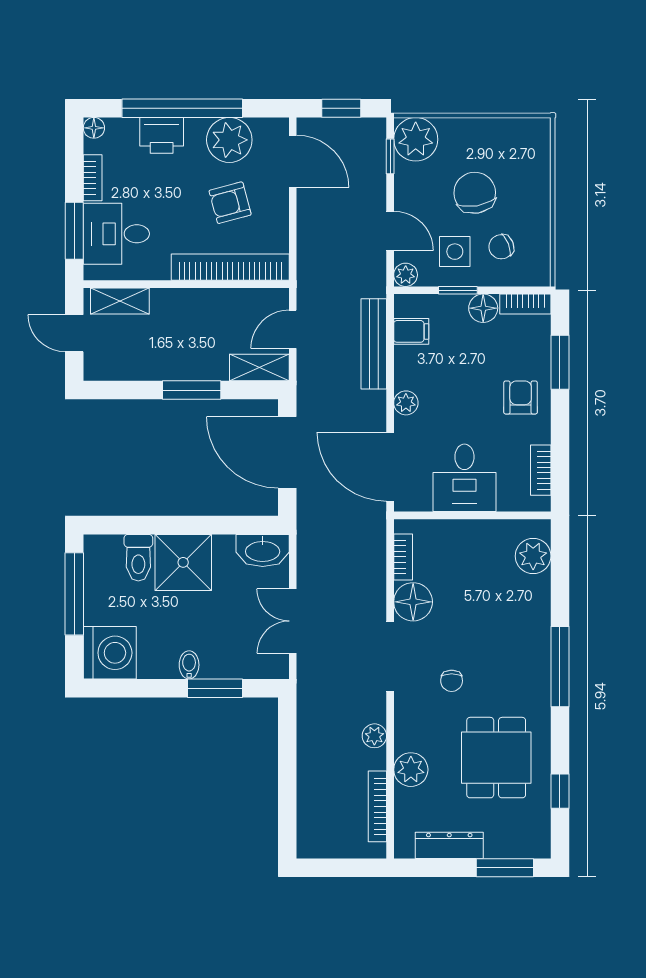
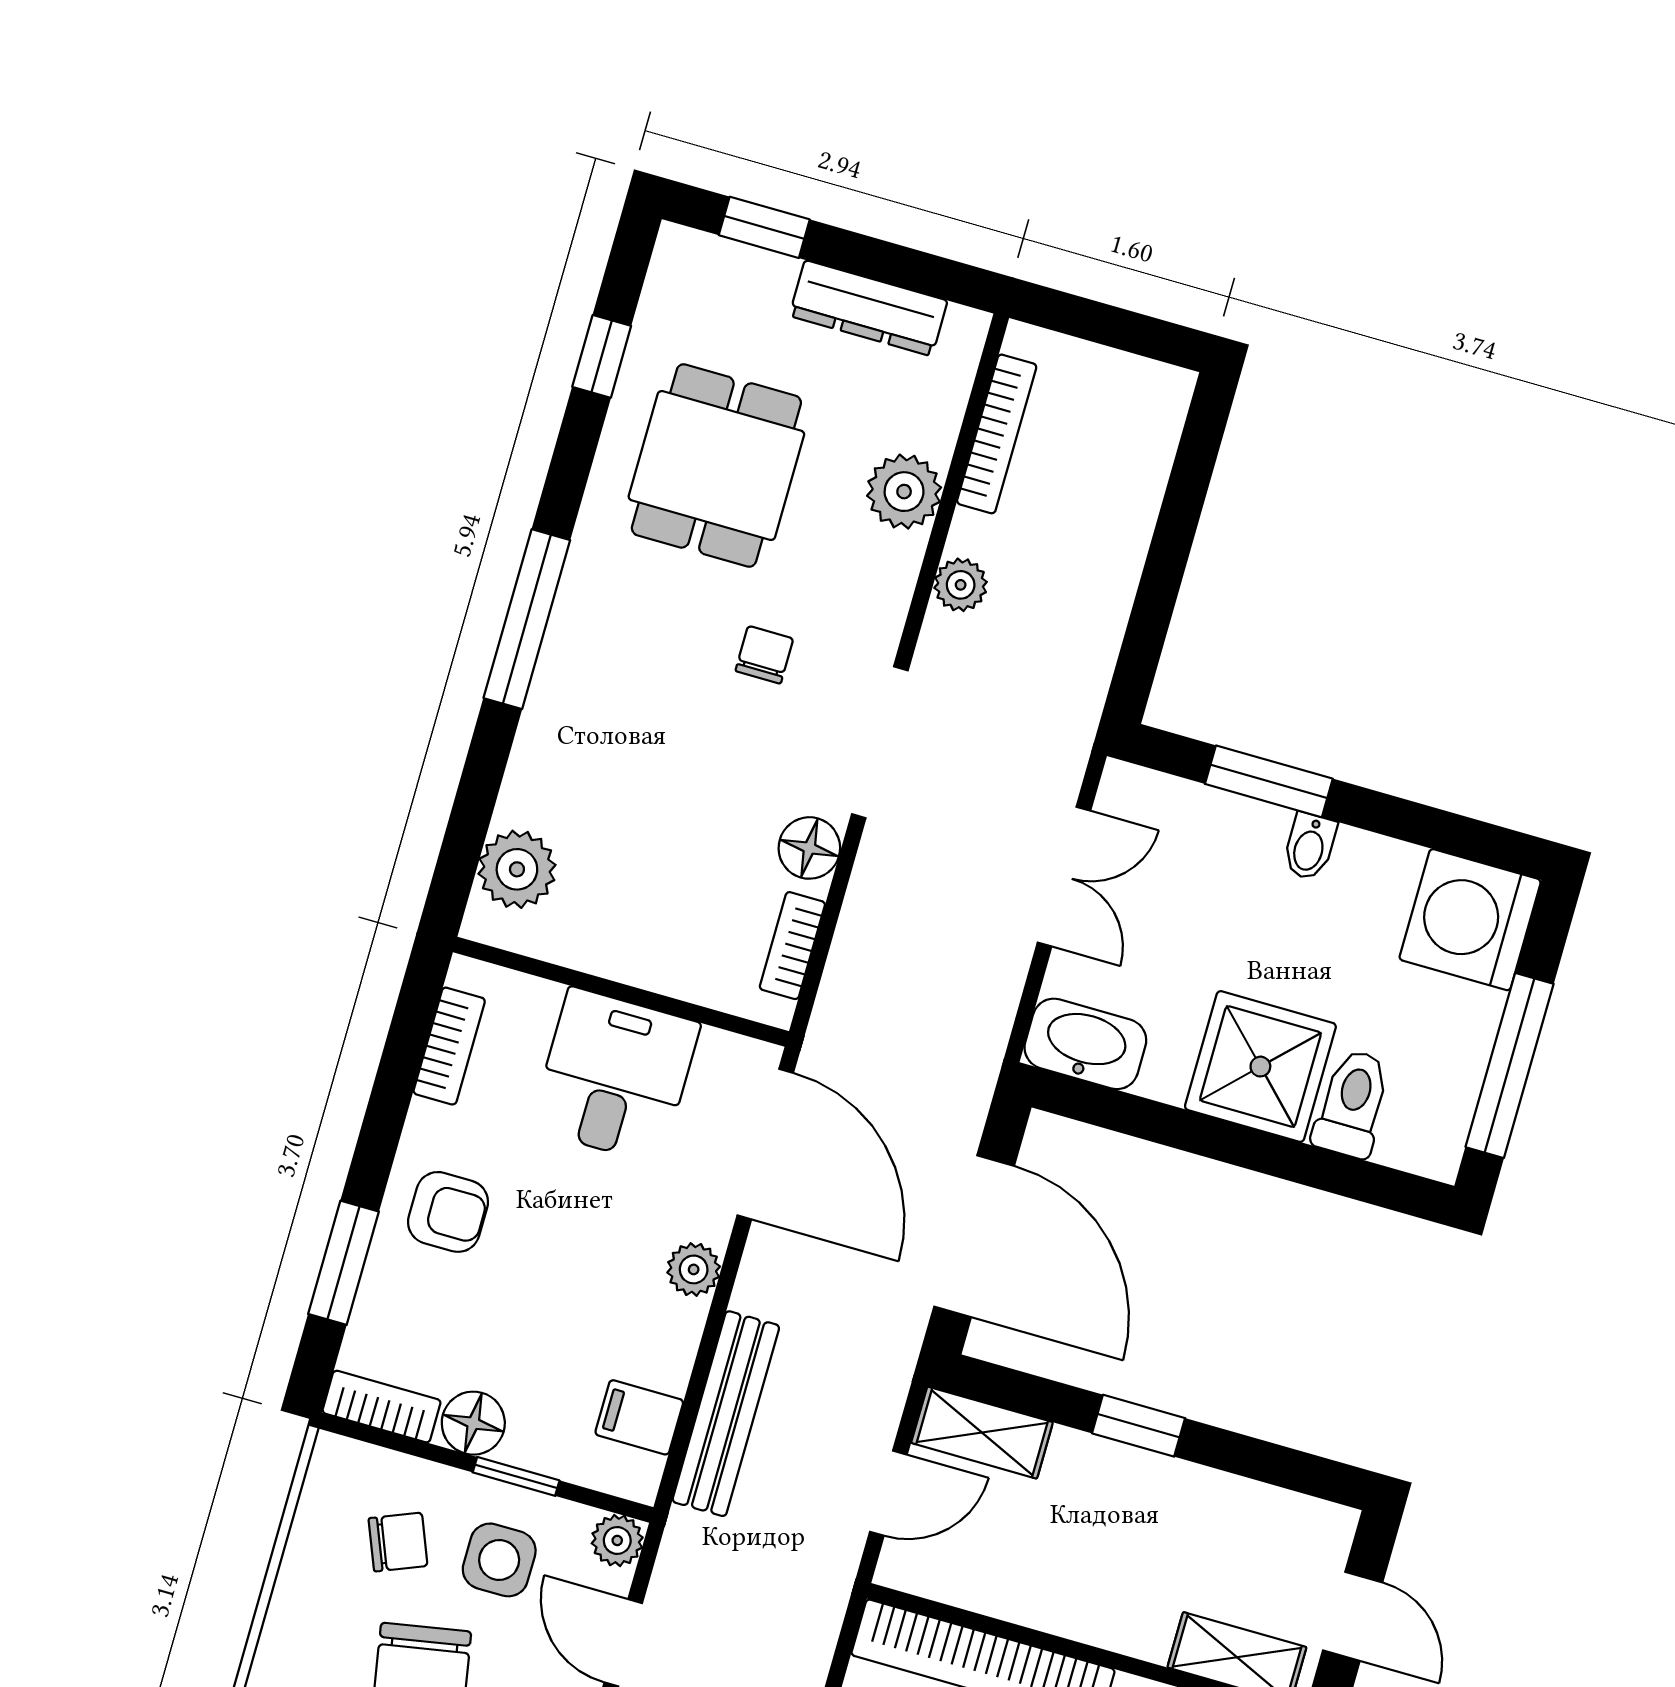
window: (192, 390) -> (1139, 1426), width x0.67
armchair: (521, 397) -> (448, 1212), turned -90
floor lamp: (413, 602) -> (809, 848), width x0.73, depth x0.73
window: (505, 868) -> (764, 227), width x0.67

